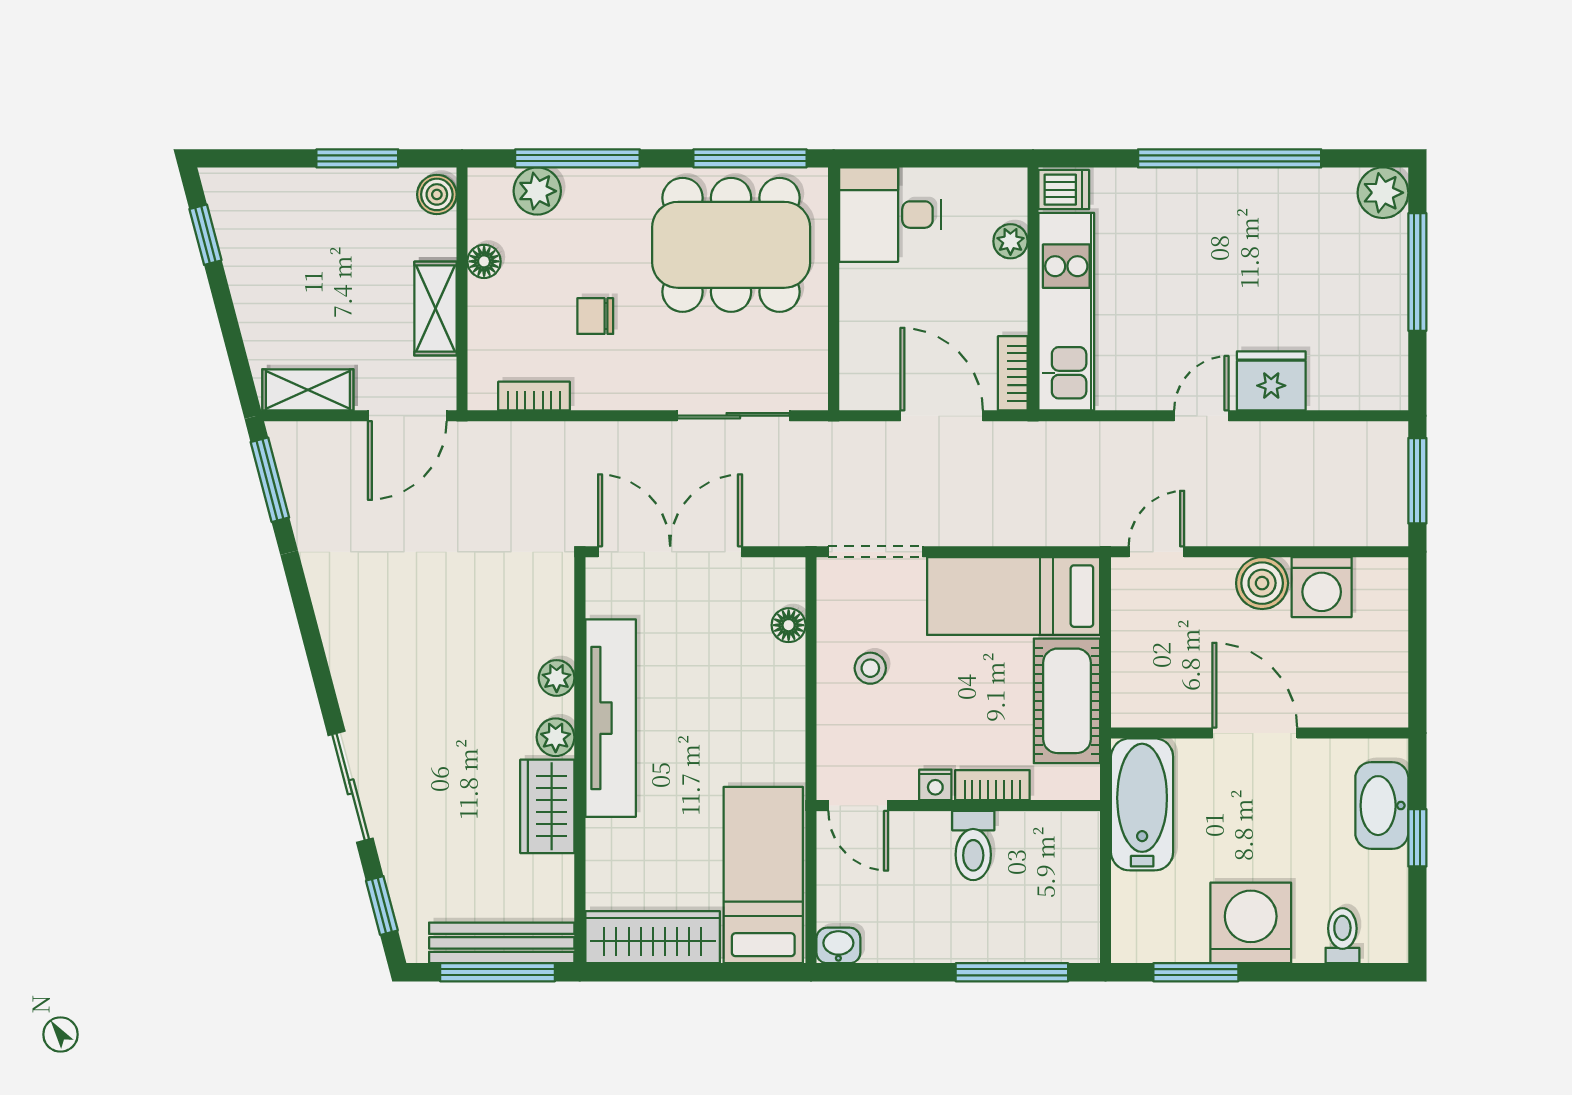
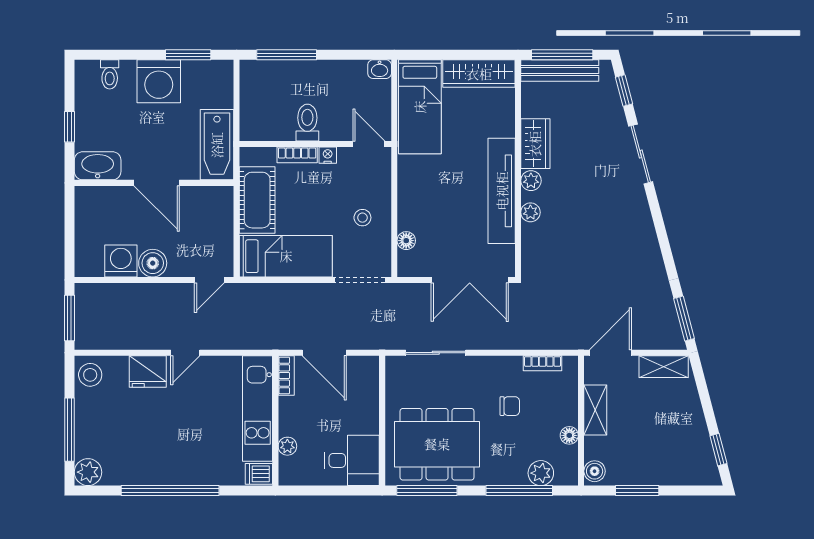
stool: (1379, 374) -> (90, 375), added
washbasin: (1382, 806) -> (98, 166), moved, turned -90

